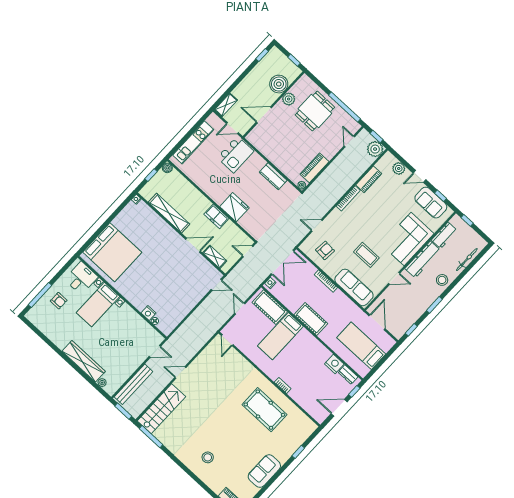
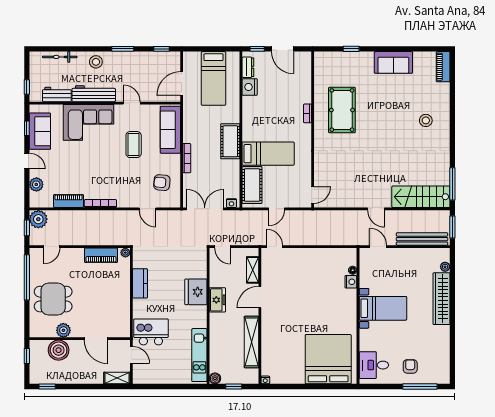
kitchen unit: (193, 142) -> (199, 355), moved, turned -90
door: (193, 245) -> (260, 297), hinge flipped
bed with nightstands: (98, 305) -> (383, 308), moved

